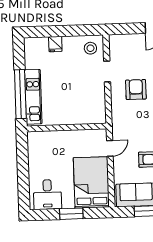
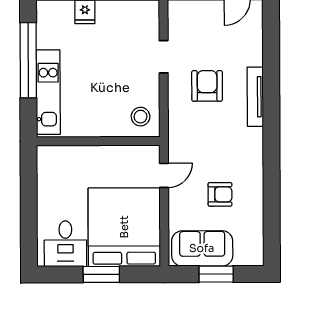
stool: (90, 48) -> (141, 117), moved
window: (20, 94) -> (28, 60), moved
bed: (91, 182) -> (124, 227), width x1.36

